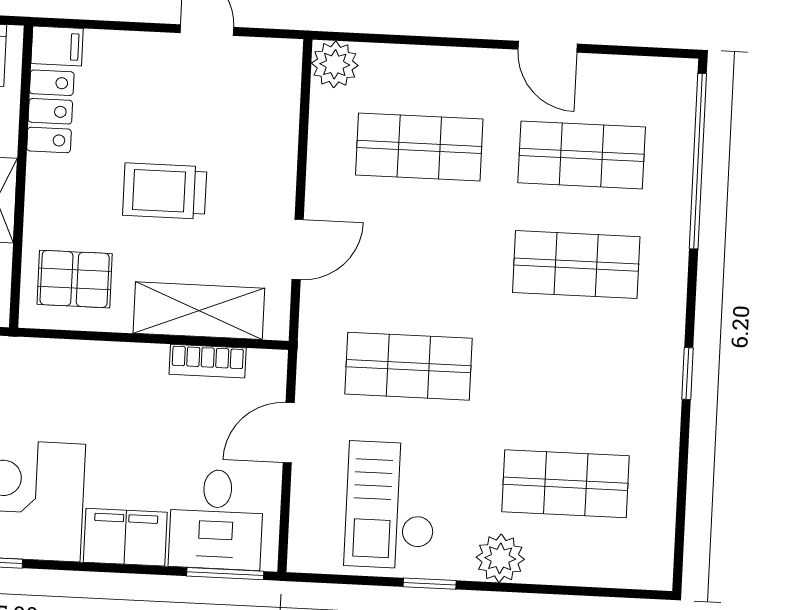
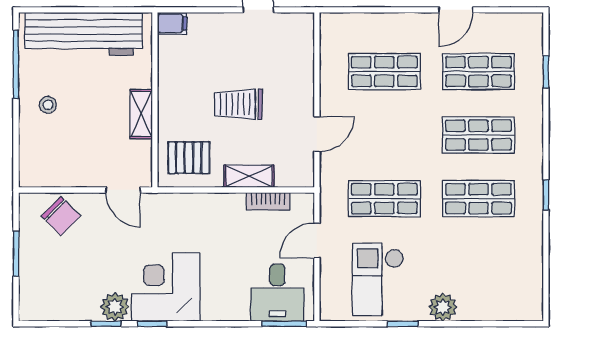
door: (548, 47) -> (456, 10), hinge flipped
plant: (335, 64) -> (333, 26), removed
locker: (50, 111) -> (170, 61), removed
window: (698, 161) -> (546, 72), width x0.32
shelving: (199, 311) -> (249, 176), width x0.67, depth x0.75
shop shelf: (566, 484) -> (478, 199), moved
filing cabinet: (125, 537) -> (225, 306), removed

